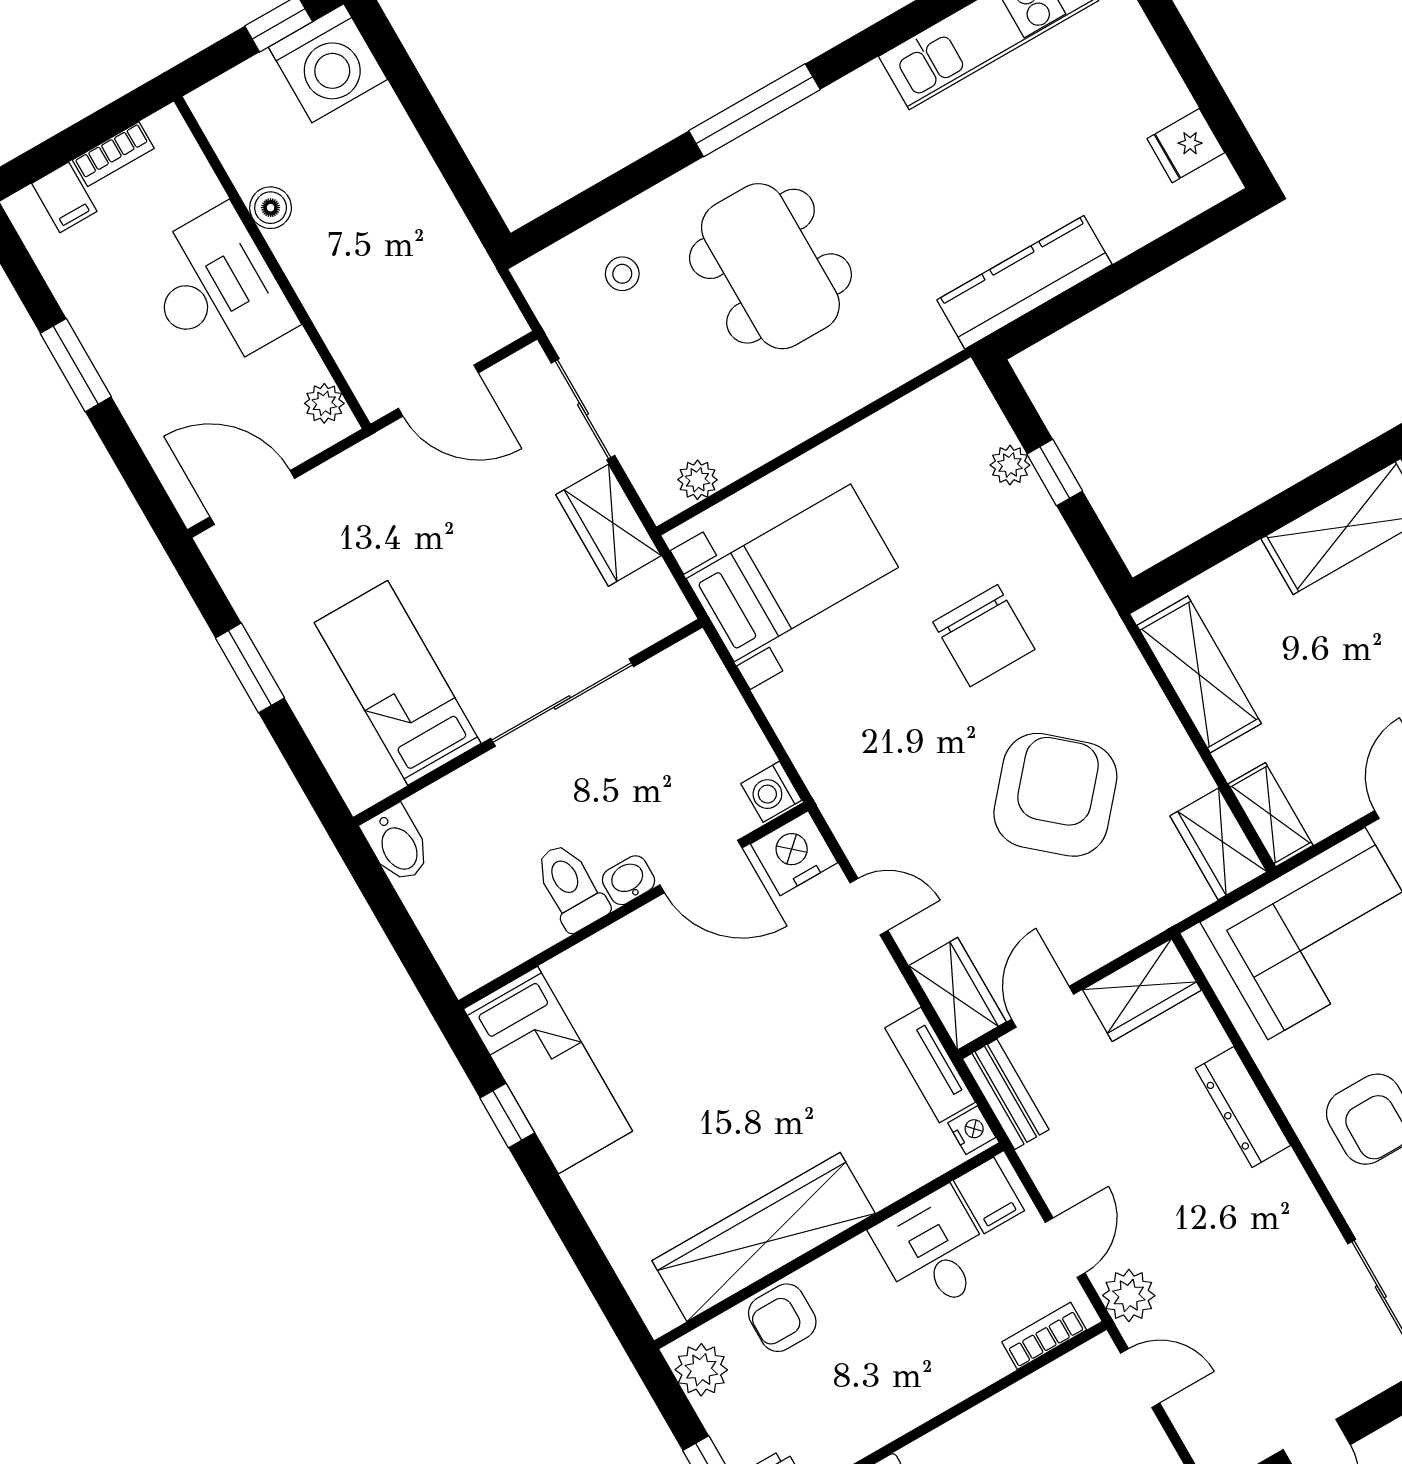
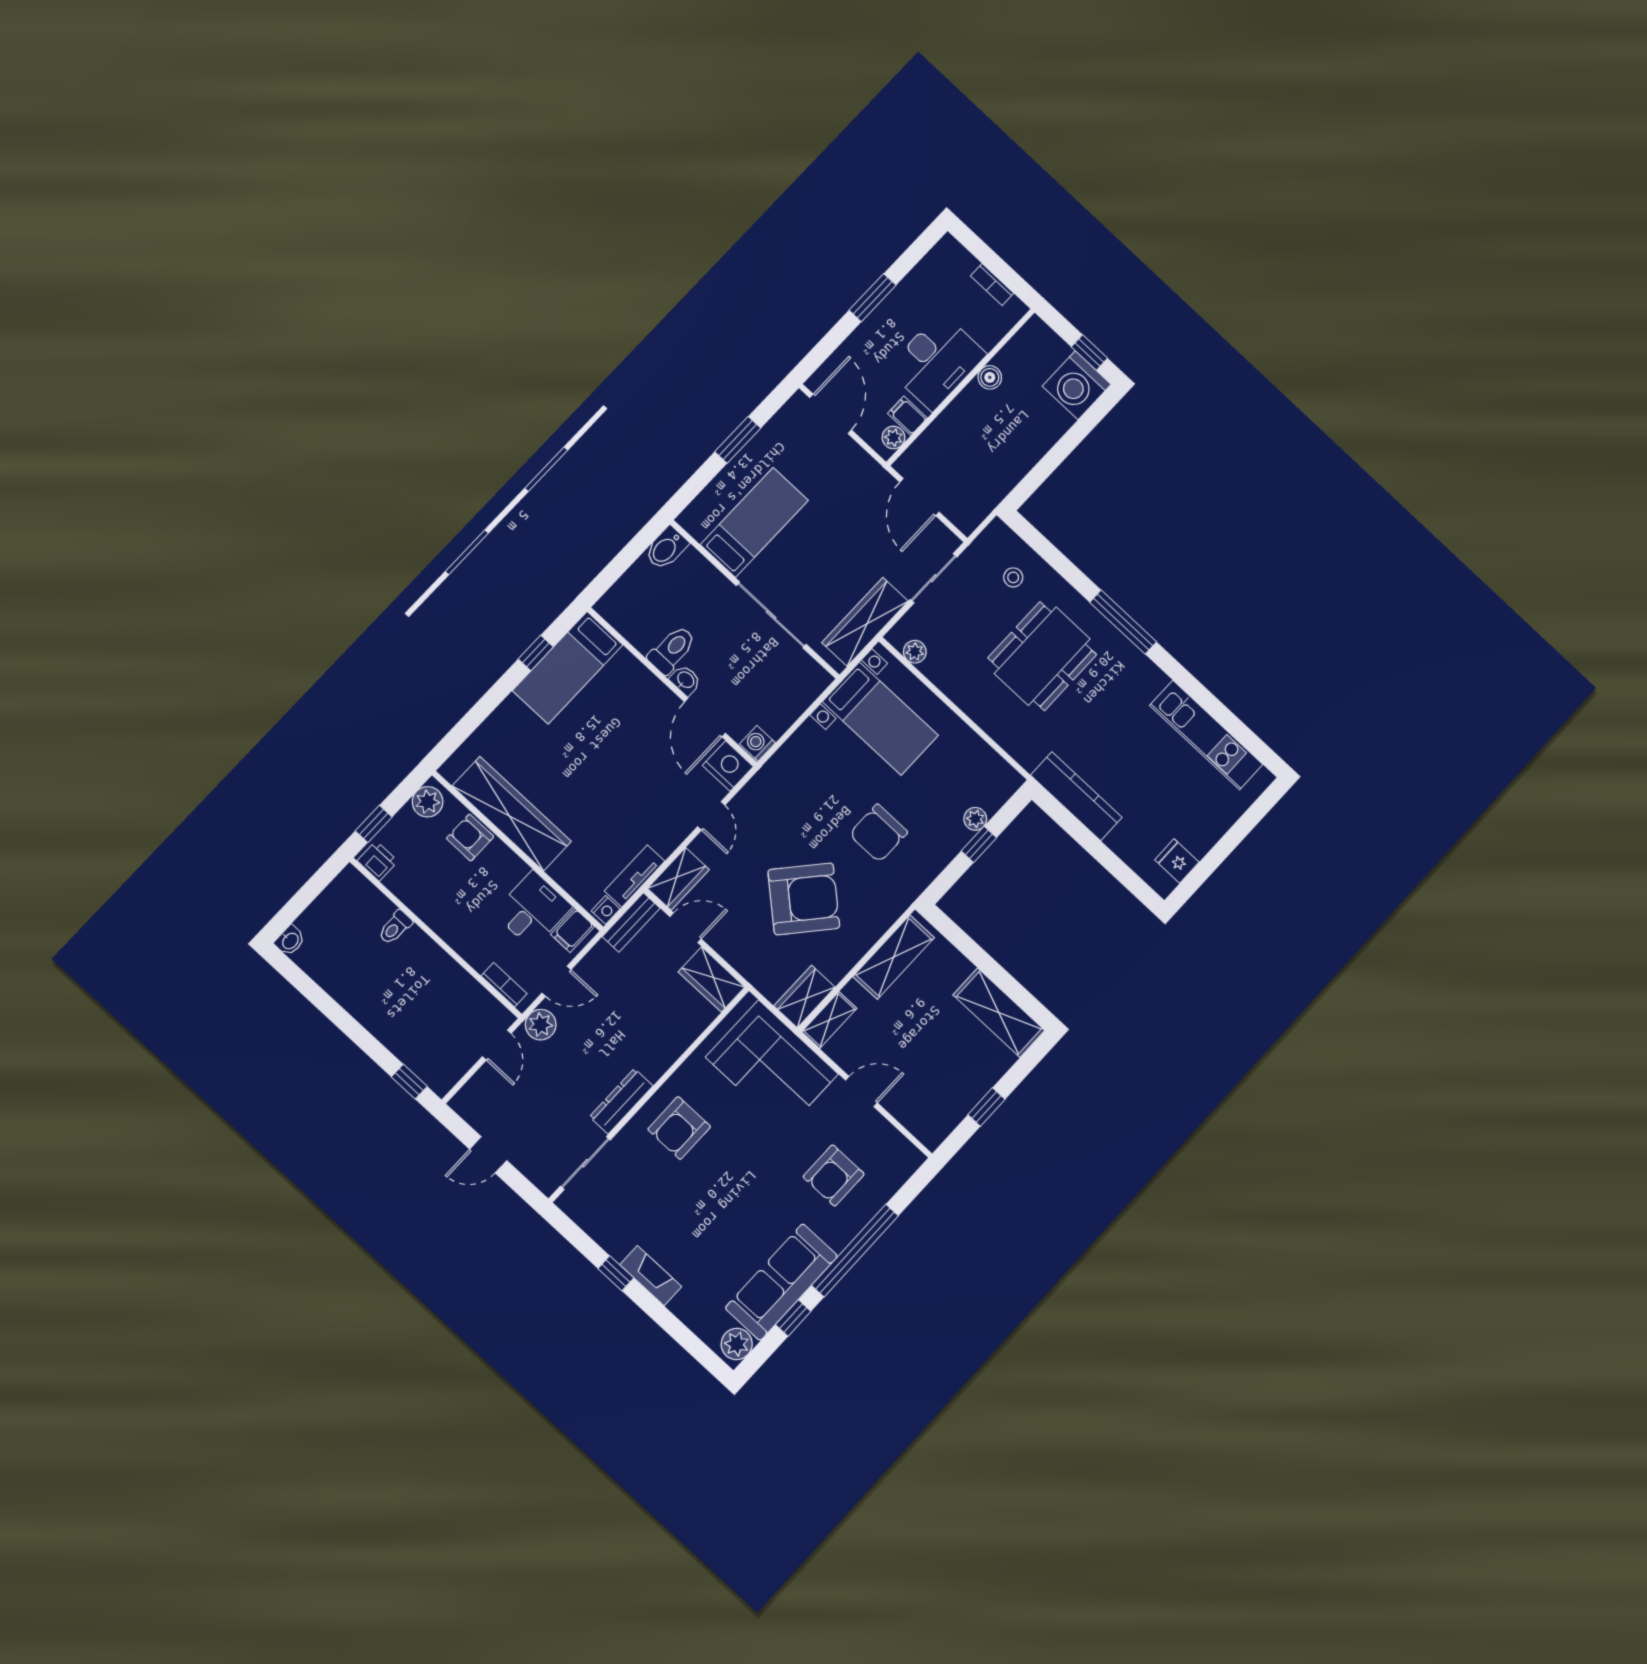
filing cabinet: (64, 197) -> (907, 416), moved, turned 90
wardrobe: (608, 525) -> (865, 622), width x1.50
dresser: (1243, 1107) -> (621, 1101), moved

